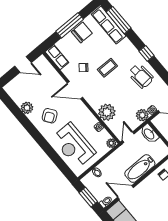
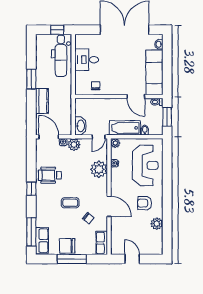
row of seats: (109, 25) -> (42, 241), width x0.68
wheelchair: (141, 76) -> (50, 175), turned -85
armchair: (50, 116) -> (145, 203), turned -144
bathtub: (140, 169) -> (125, 128), moved, turned 180

